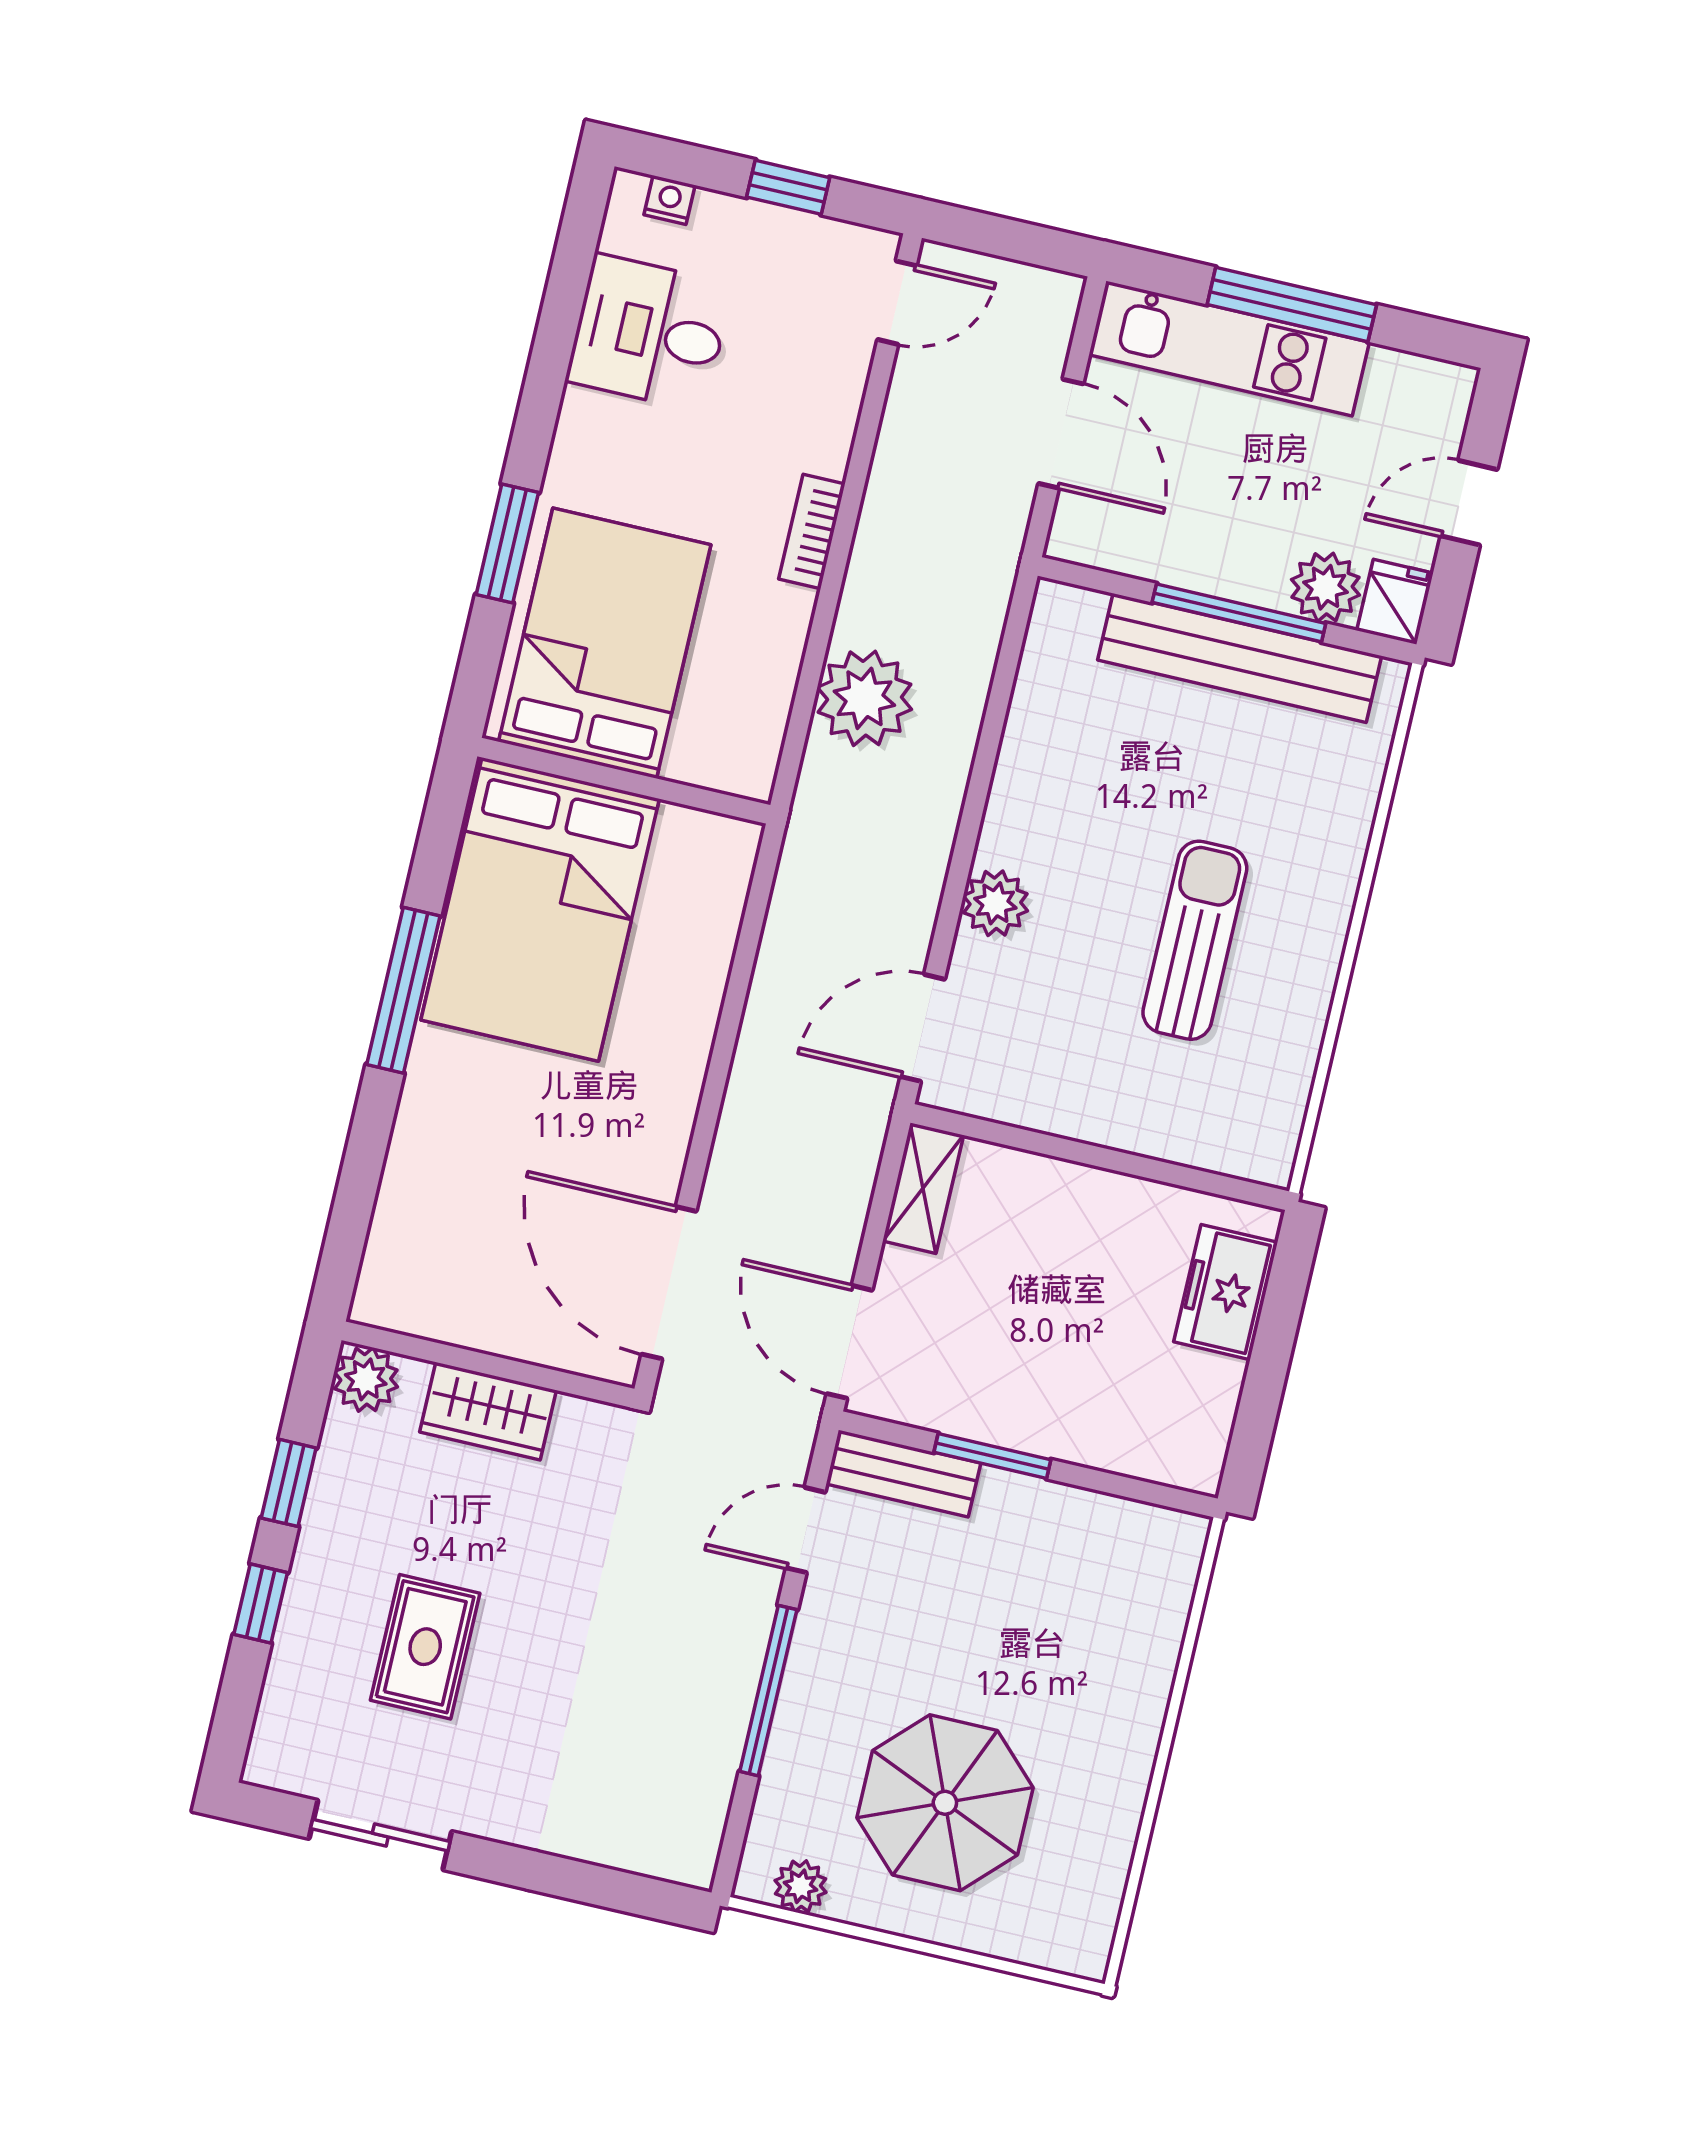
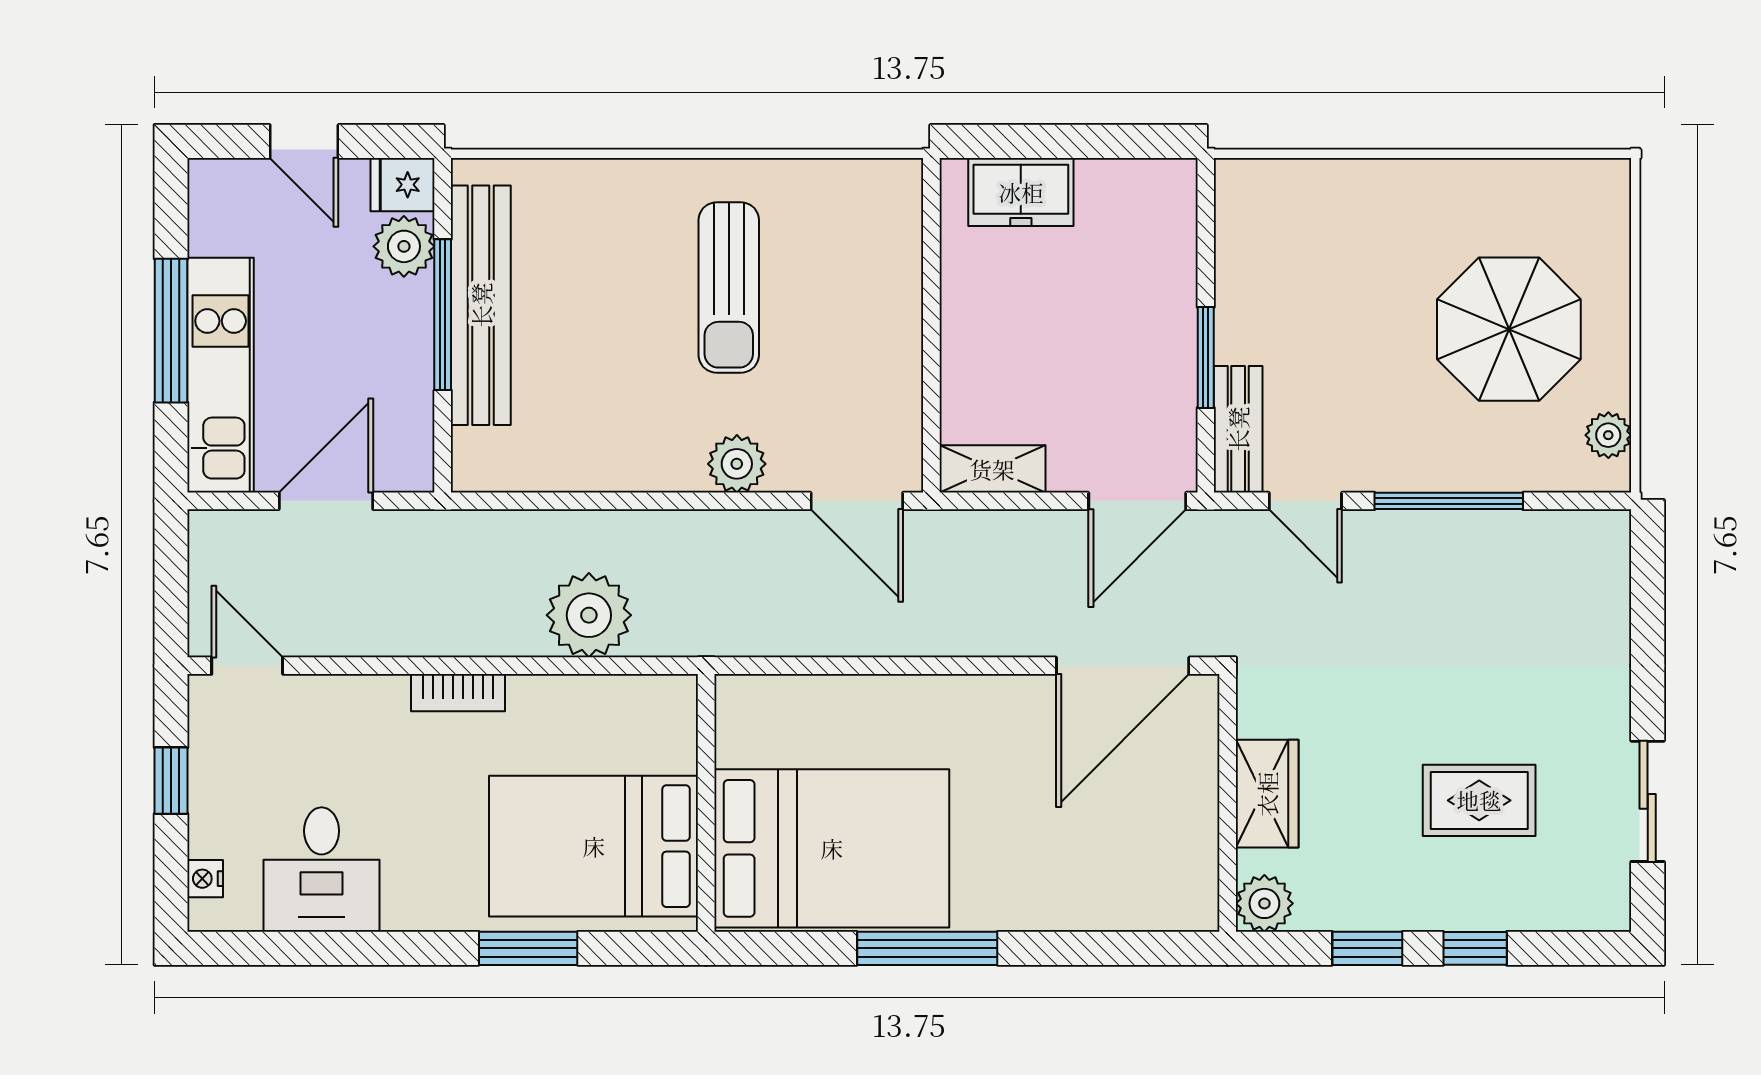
sun lounger: (1195, 940) -> (729, 288), turned -90

